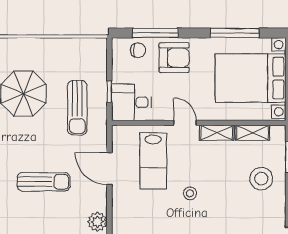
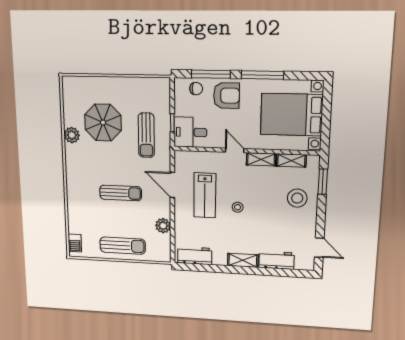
window: (235, 33) -> (262, 75), moved
lab bench: (153, 161) -> (205, 195), moved

